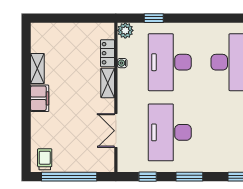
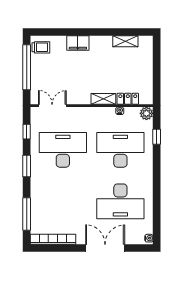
shelving: (37, 69) -> (125, 41), moved
filing cabinet: (40, 98) -> (78, 43), moved
double door: (116, 131) -> (52, 106), moved

